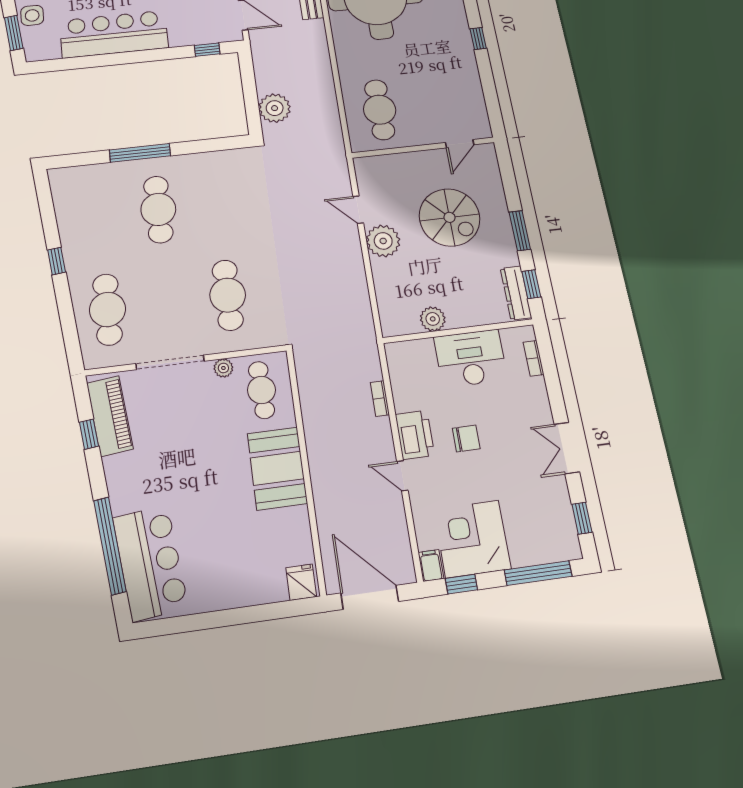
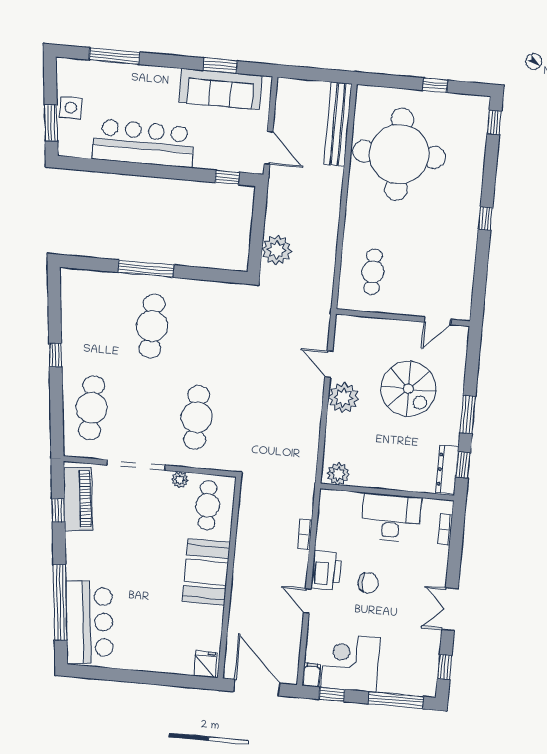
cafe table: (380, 110) -> (373, 272), width x0.73, depth x0.74
plant: (433, 319) -> (338, 474), moved

